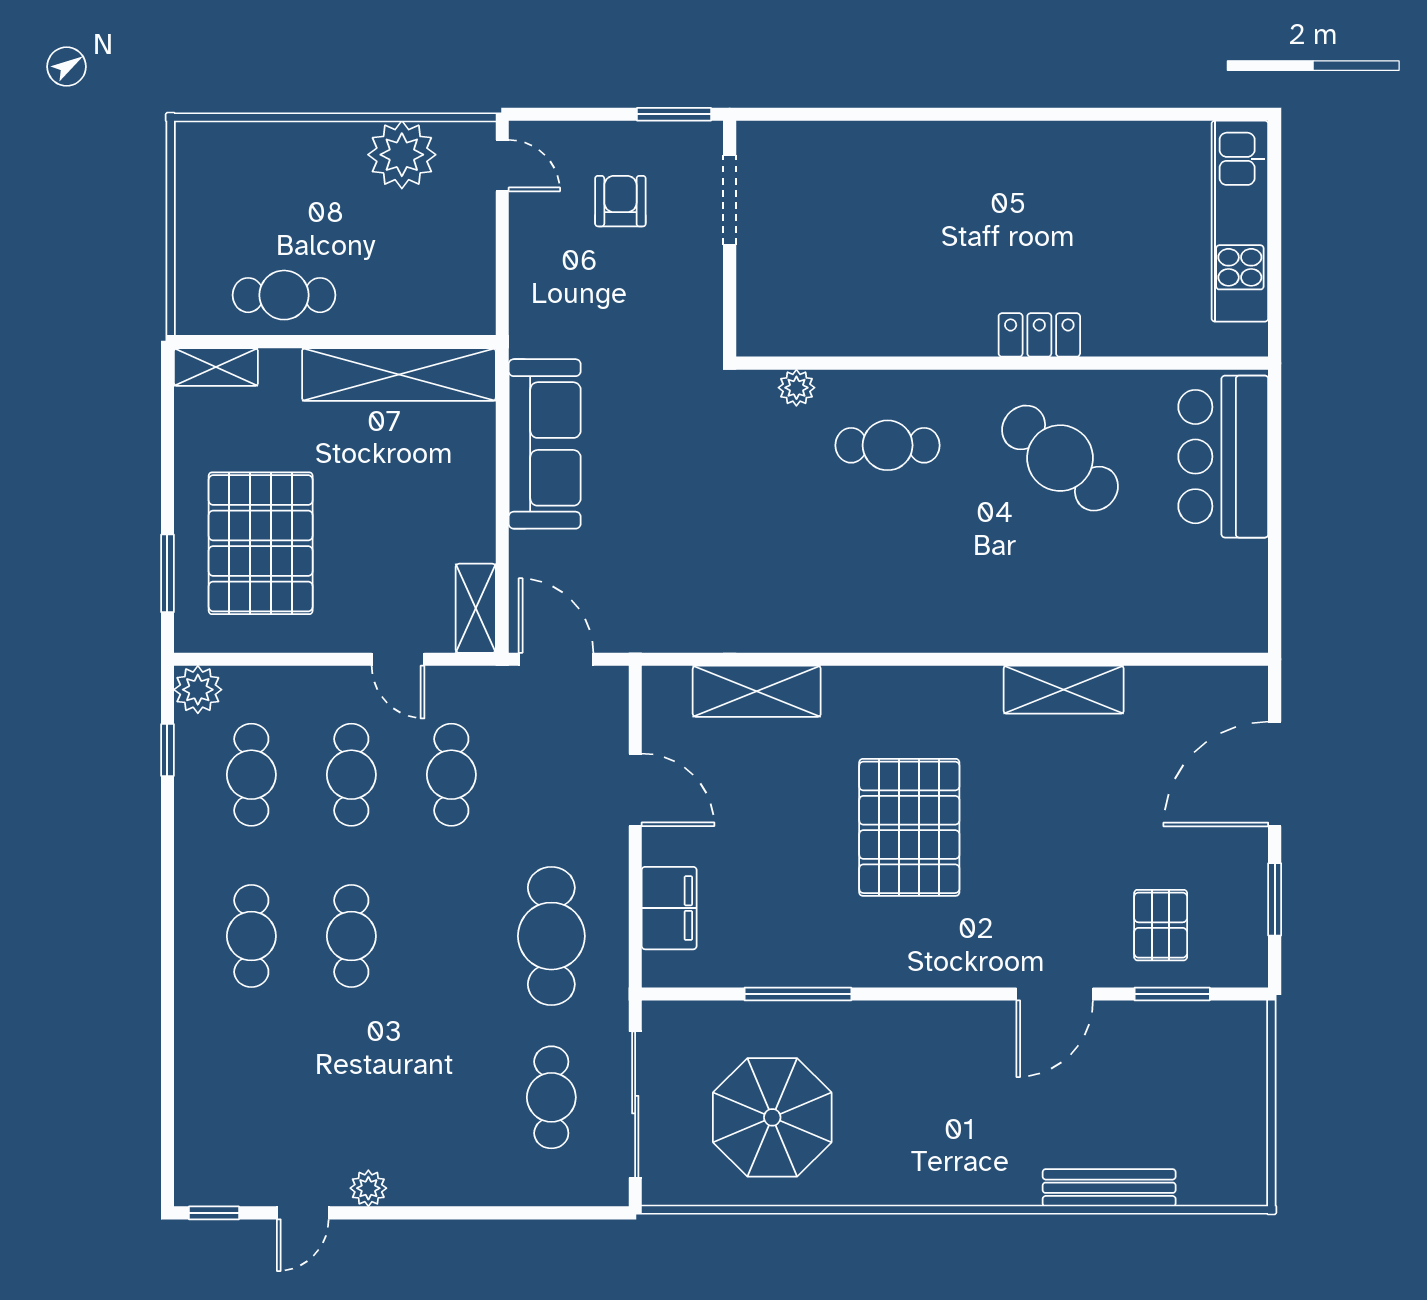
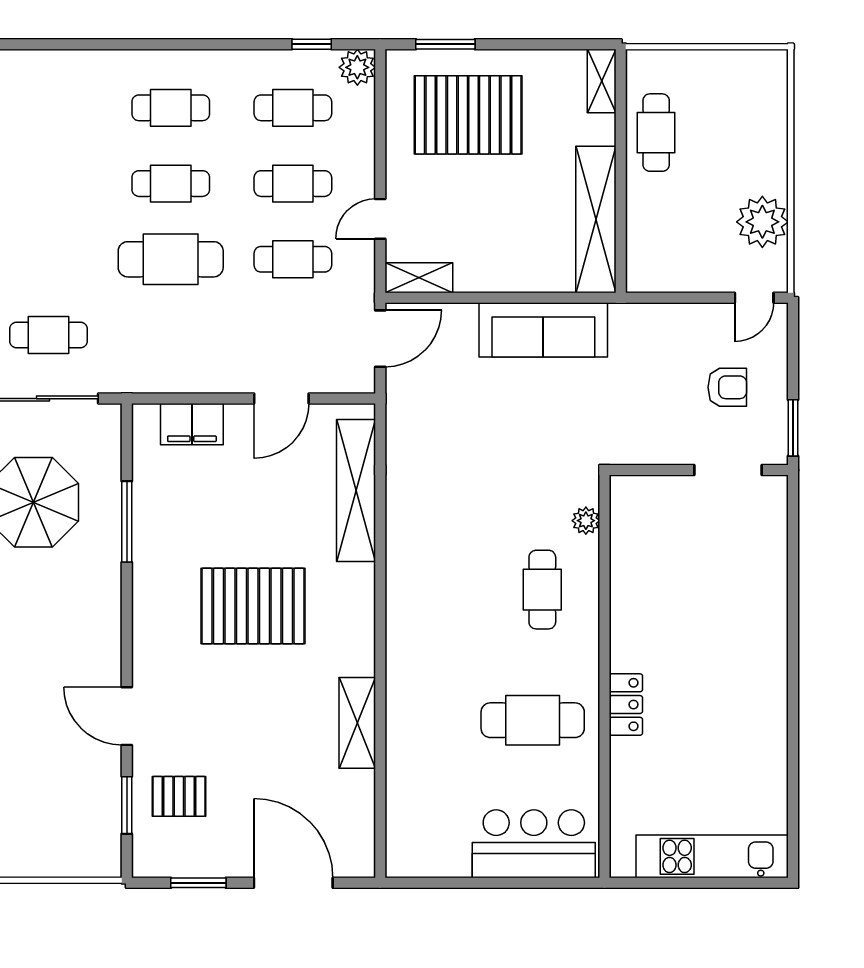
cafe table: (1060, 458) -> (533, 720), turned 50
shelving: (757, 691) -> (356, 491), width x1.47
cafe table: (551, 936) -> (171, 259), moved

